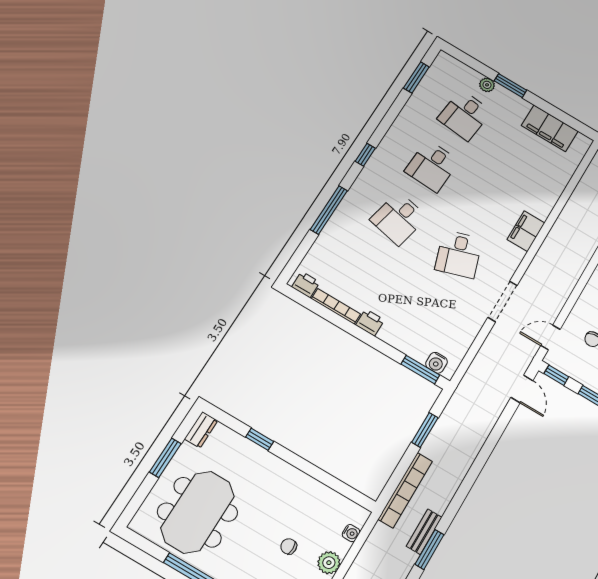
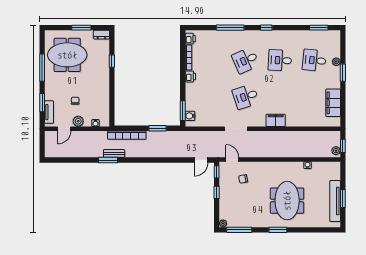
desk: (399, 218) -> (246, 60), turned -36

